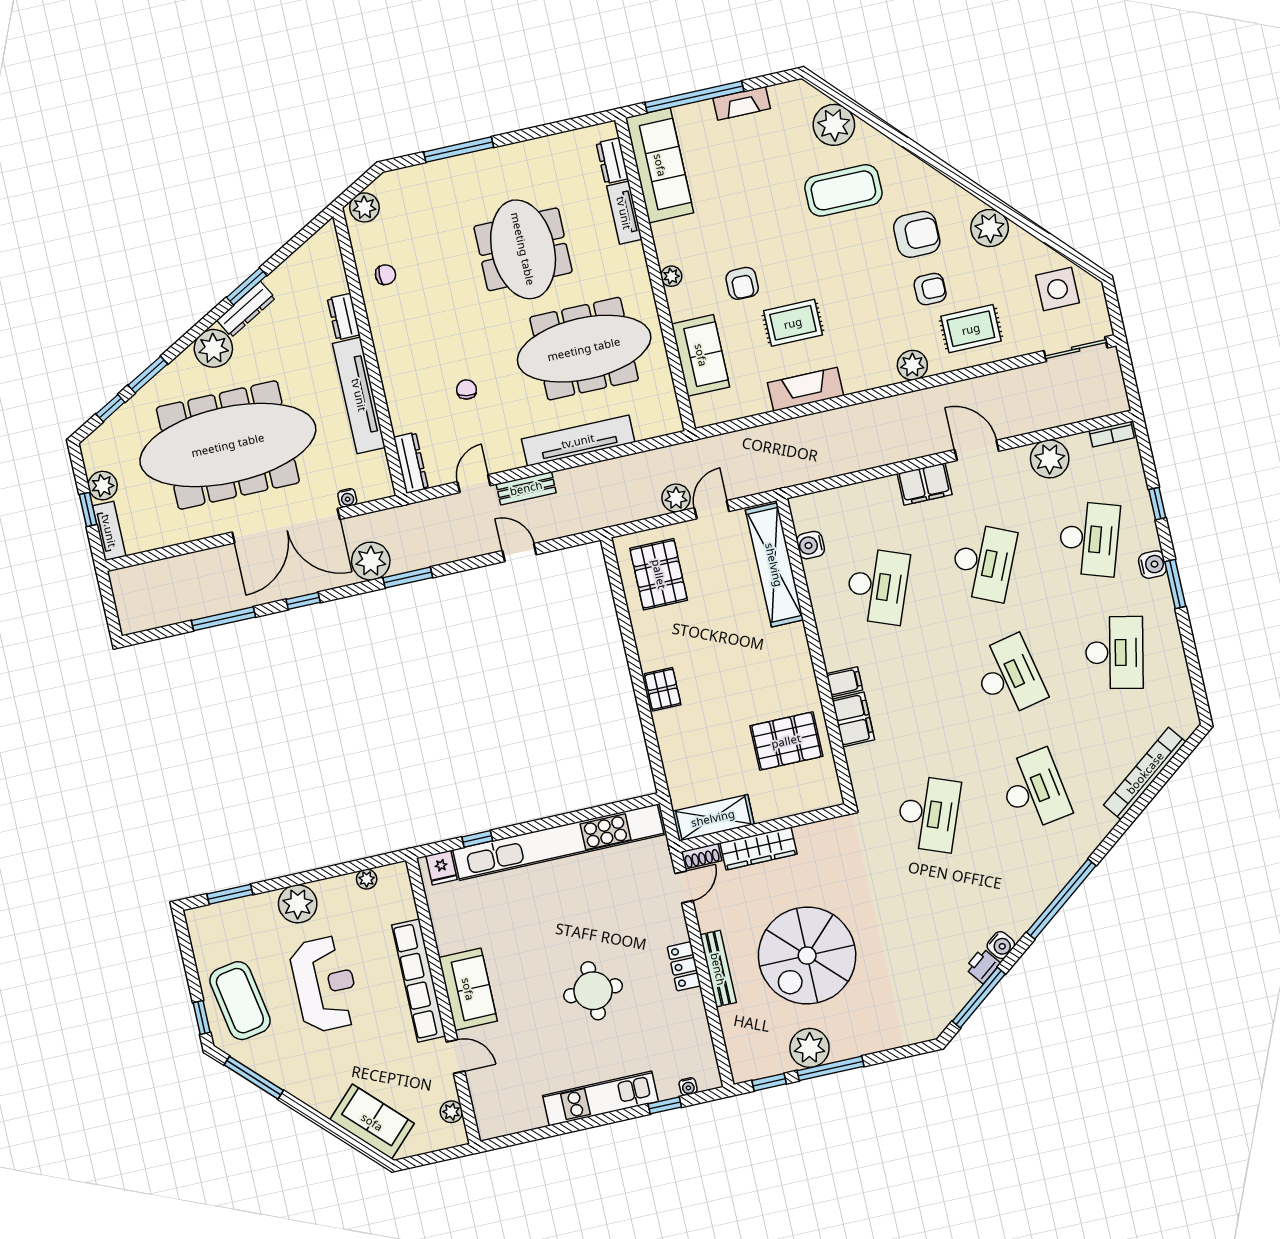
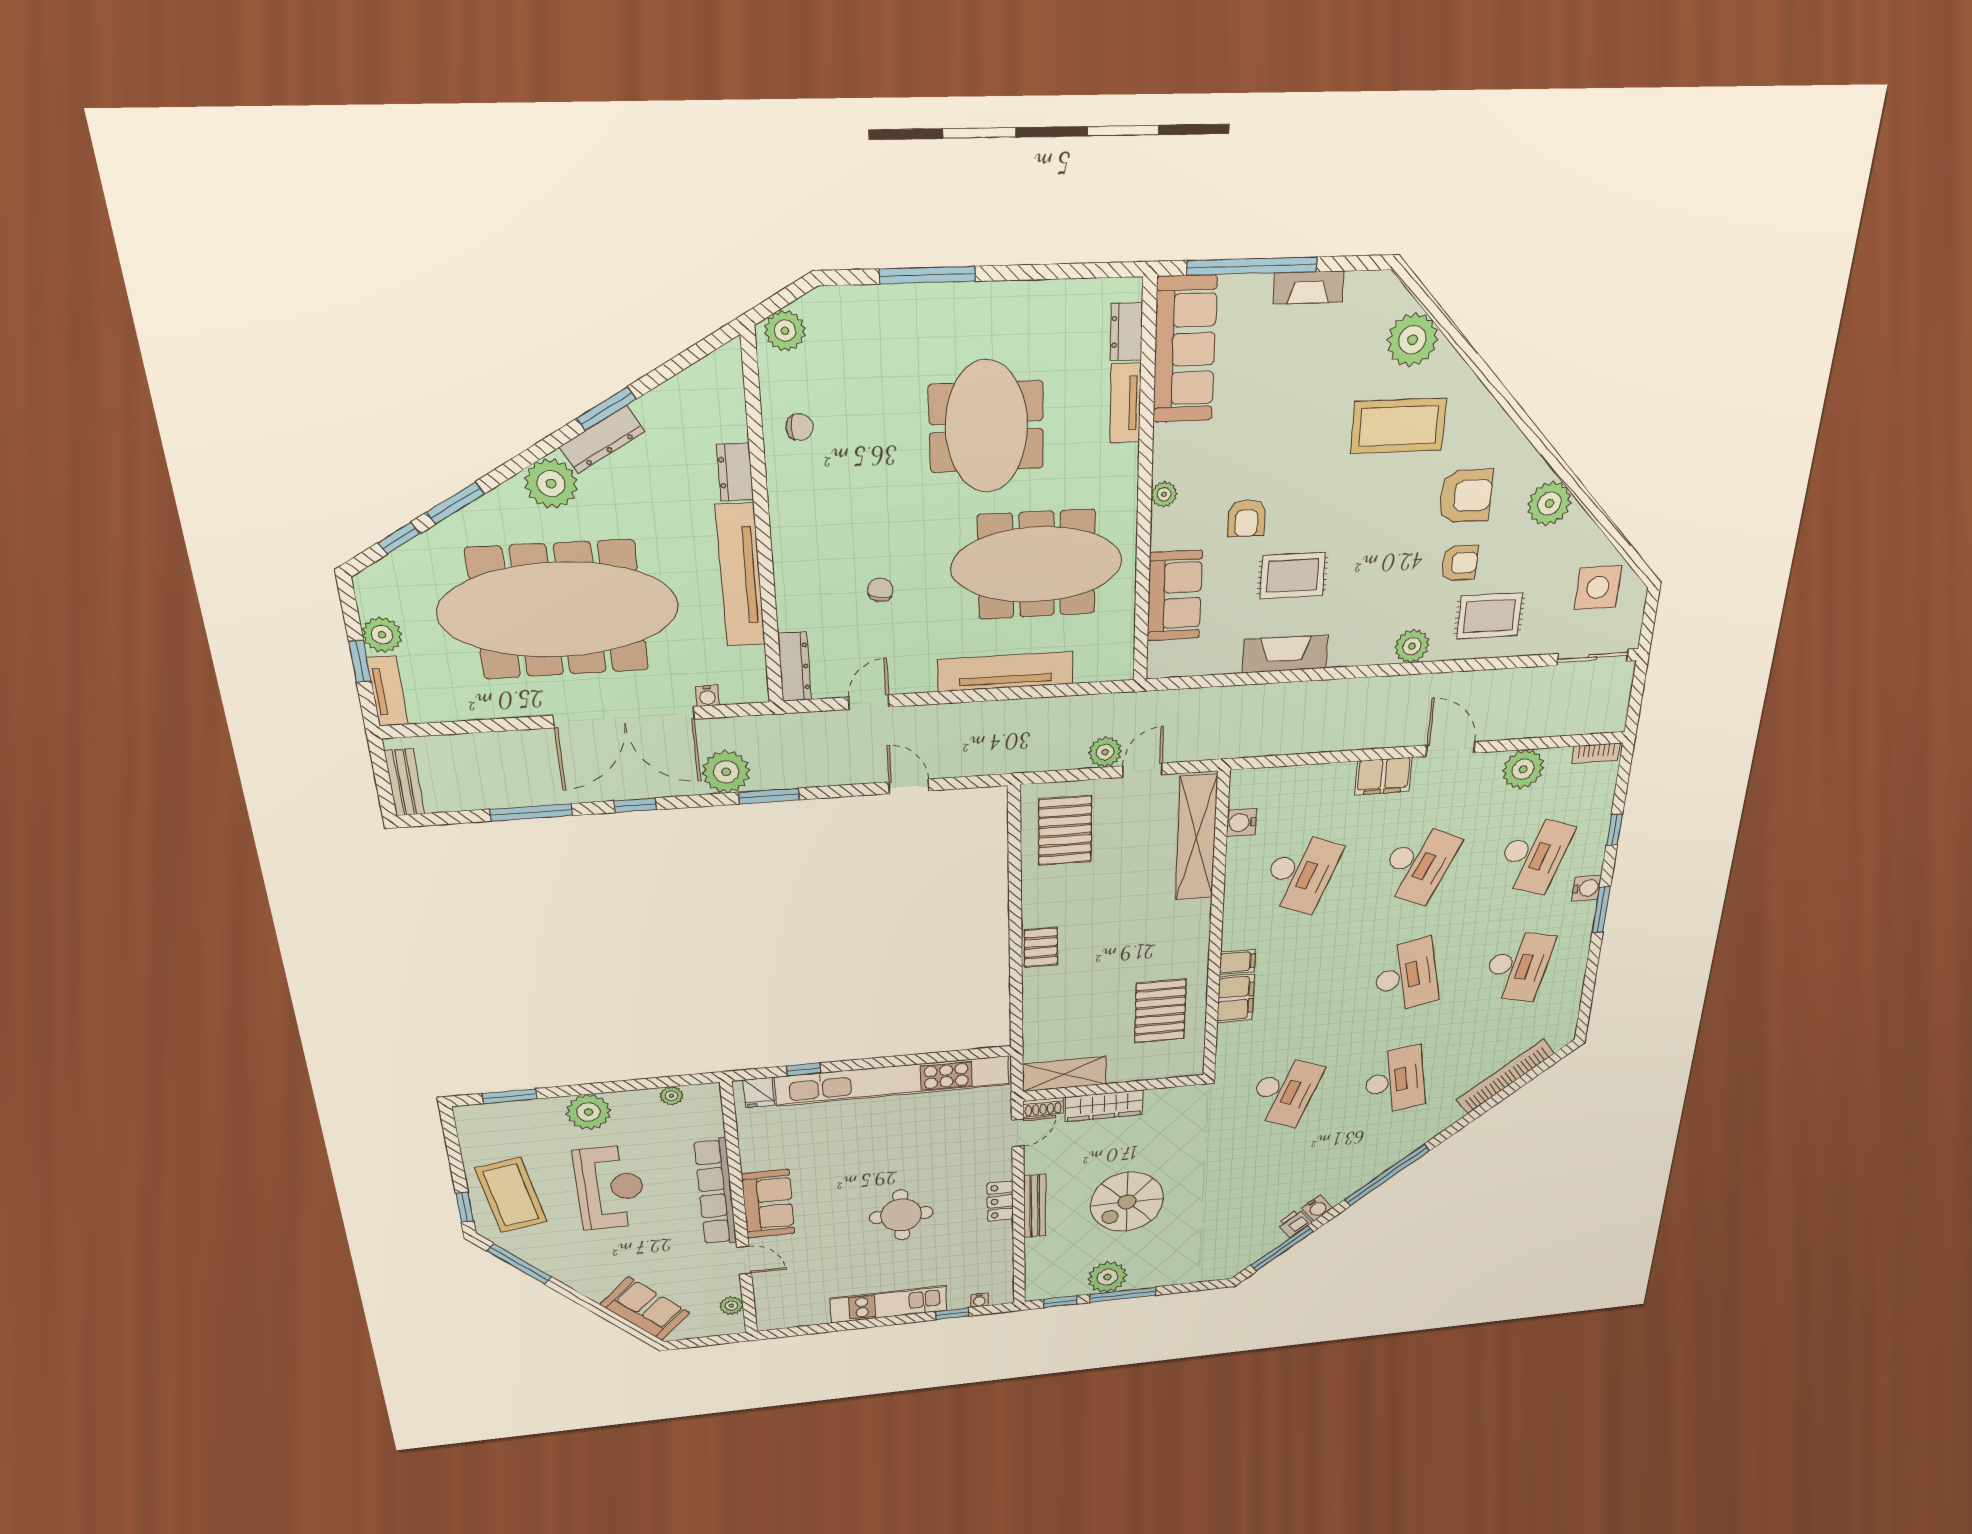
bench: (526, 488) -> (405, 782), moved, turned 90
pallet: (786, 741) -> (1160, 1011), turned 90
spiral stairs: (807, 955) -> (1127, 1202), width x0.73, depth x0.73

